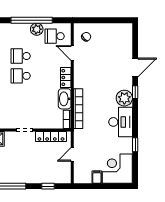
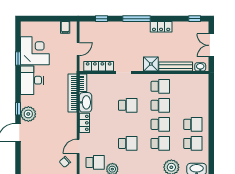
door: (72, 53) -> (78, 146), swing flipped
school desk: (21, 76) -> (128, 105), moved
plant: (124, 98) -> (28, 114), moved
corner desk: (117, 169) -> (35, 51), moved, turned -90
filing cabinet: (97, 177) -> (65, 27), moved

